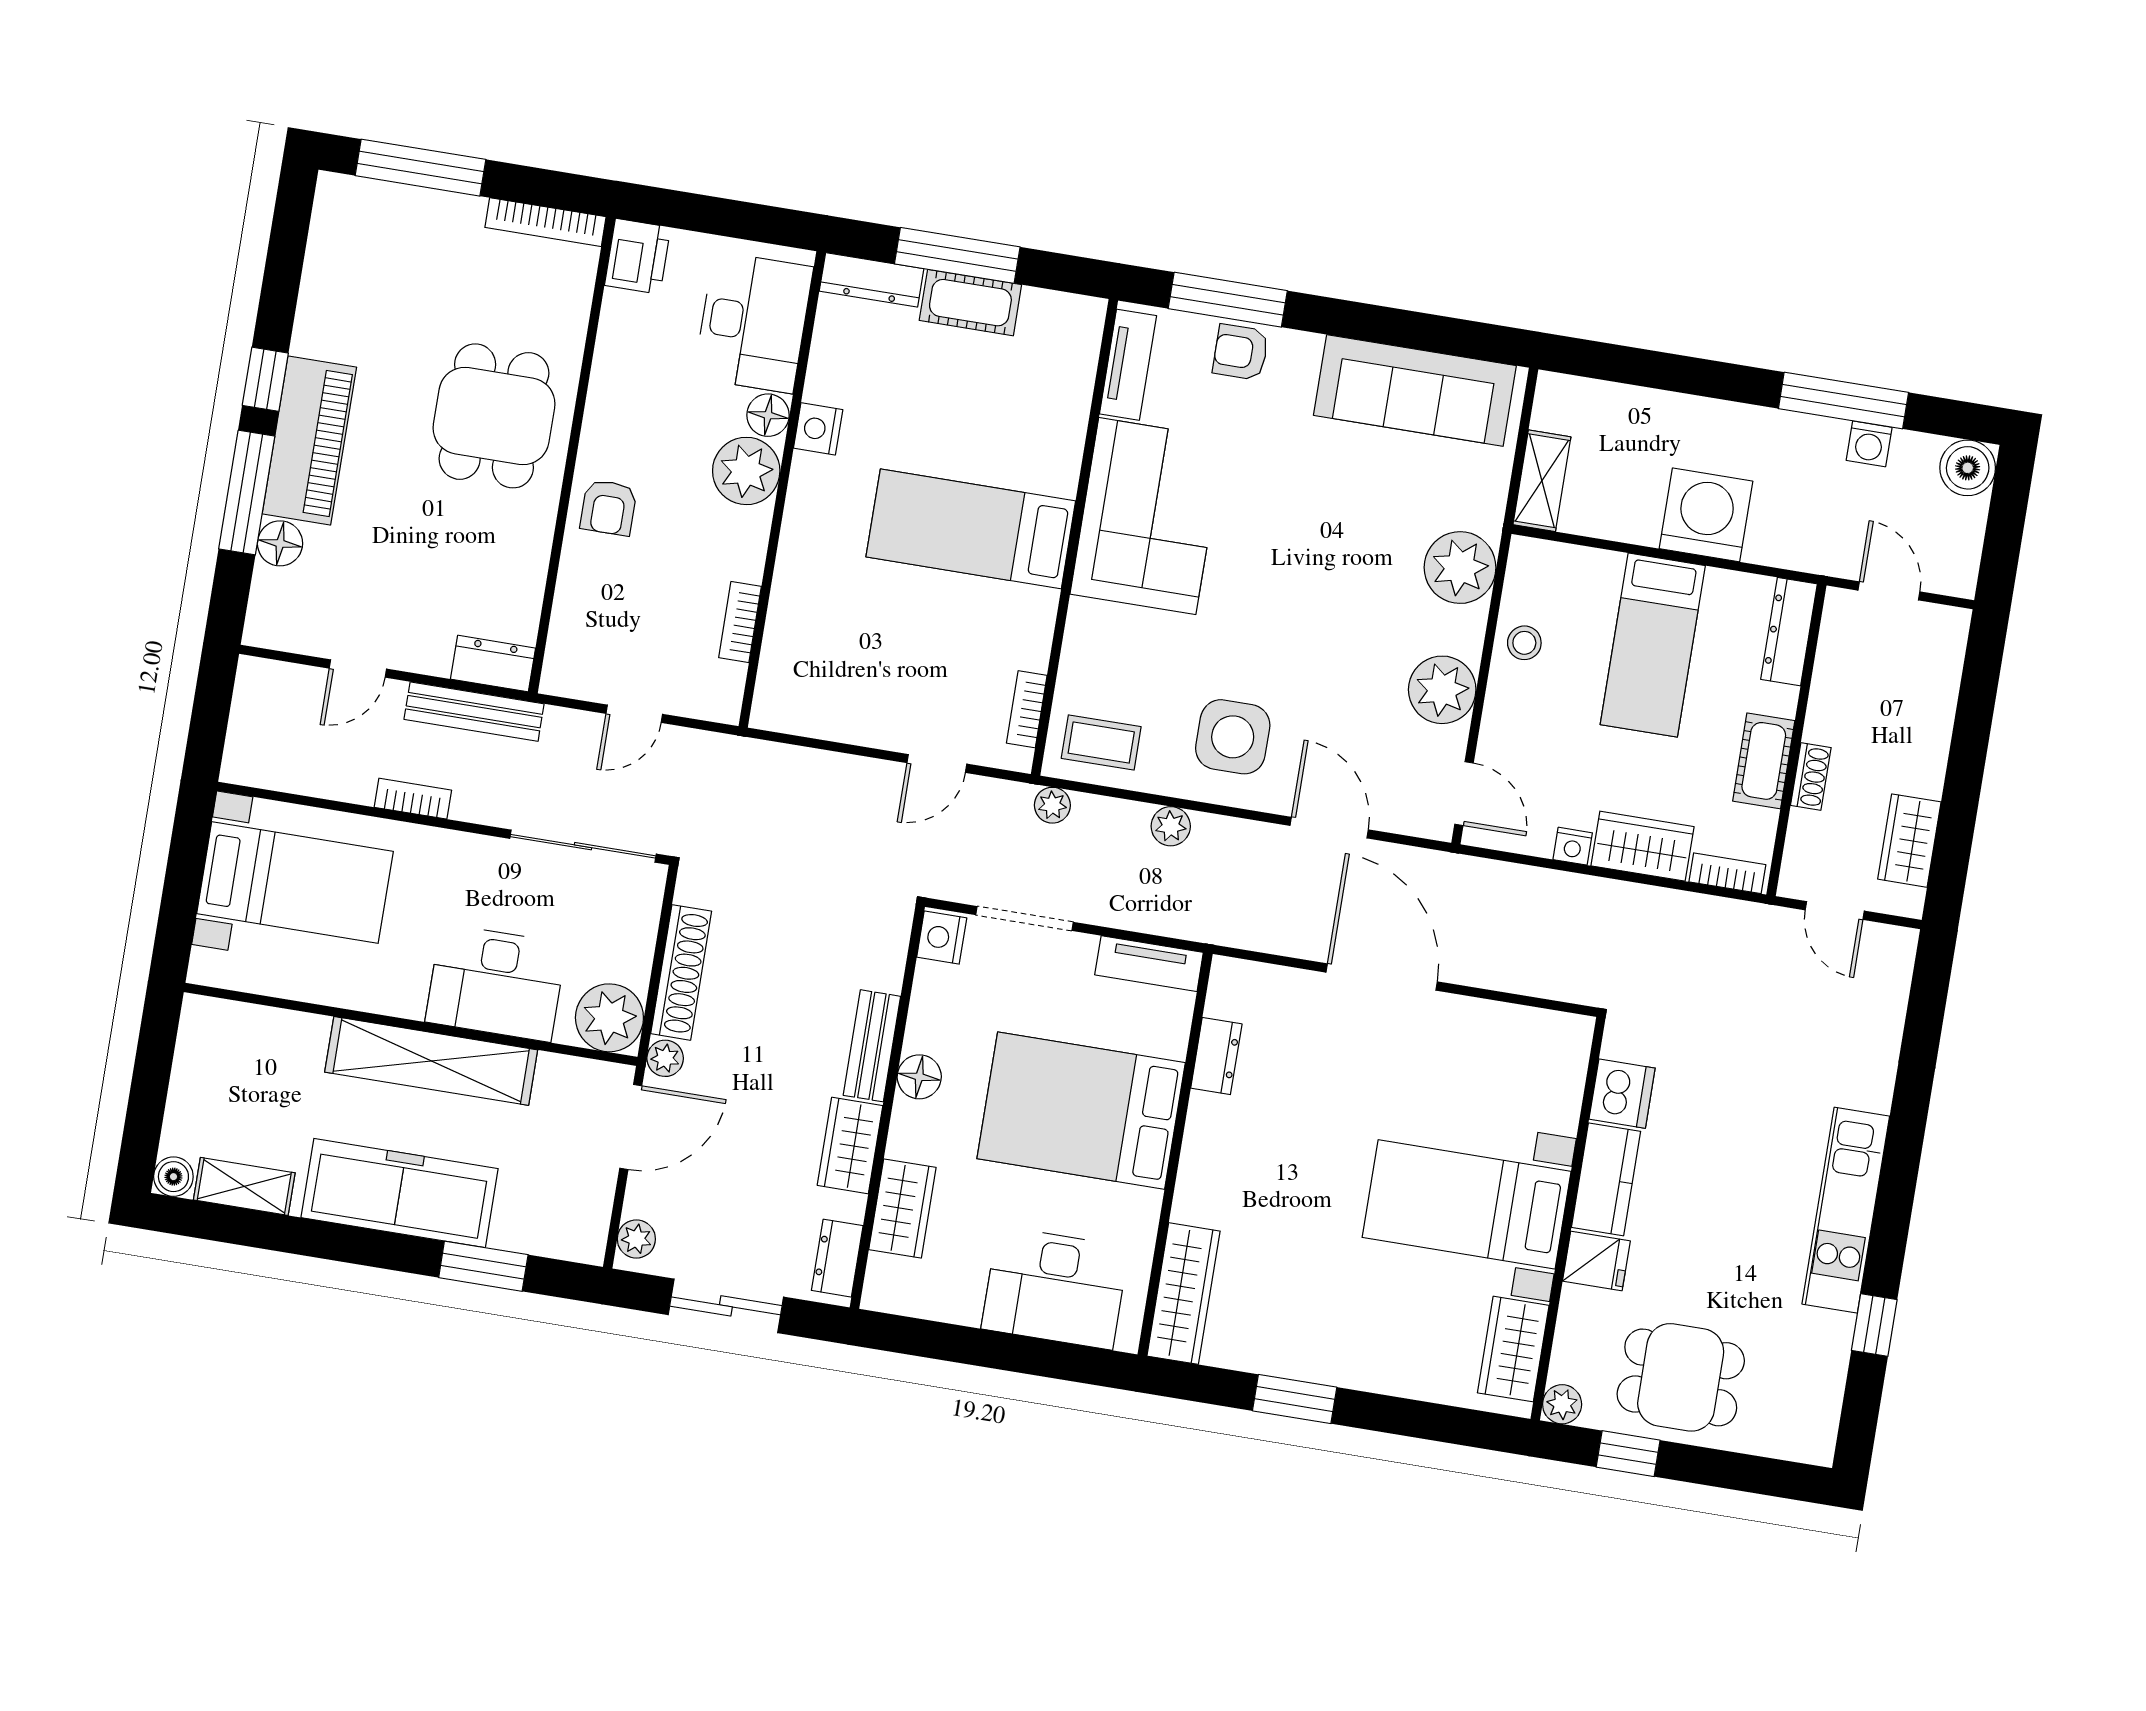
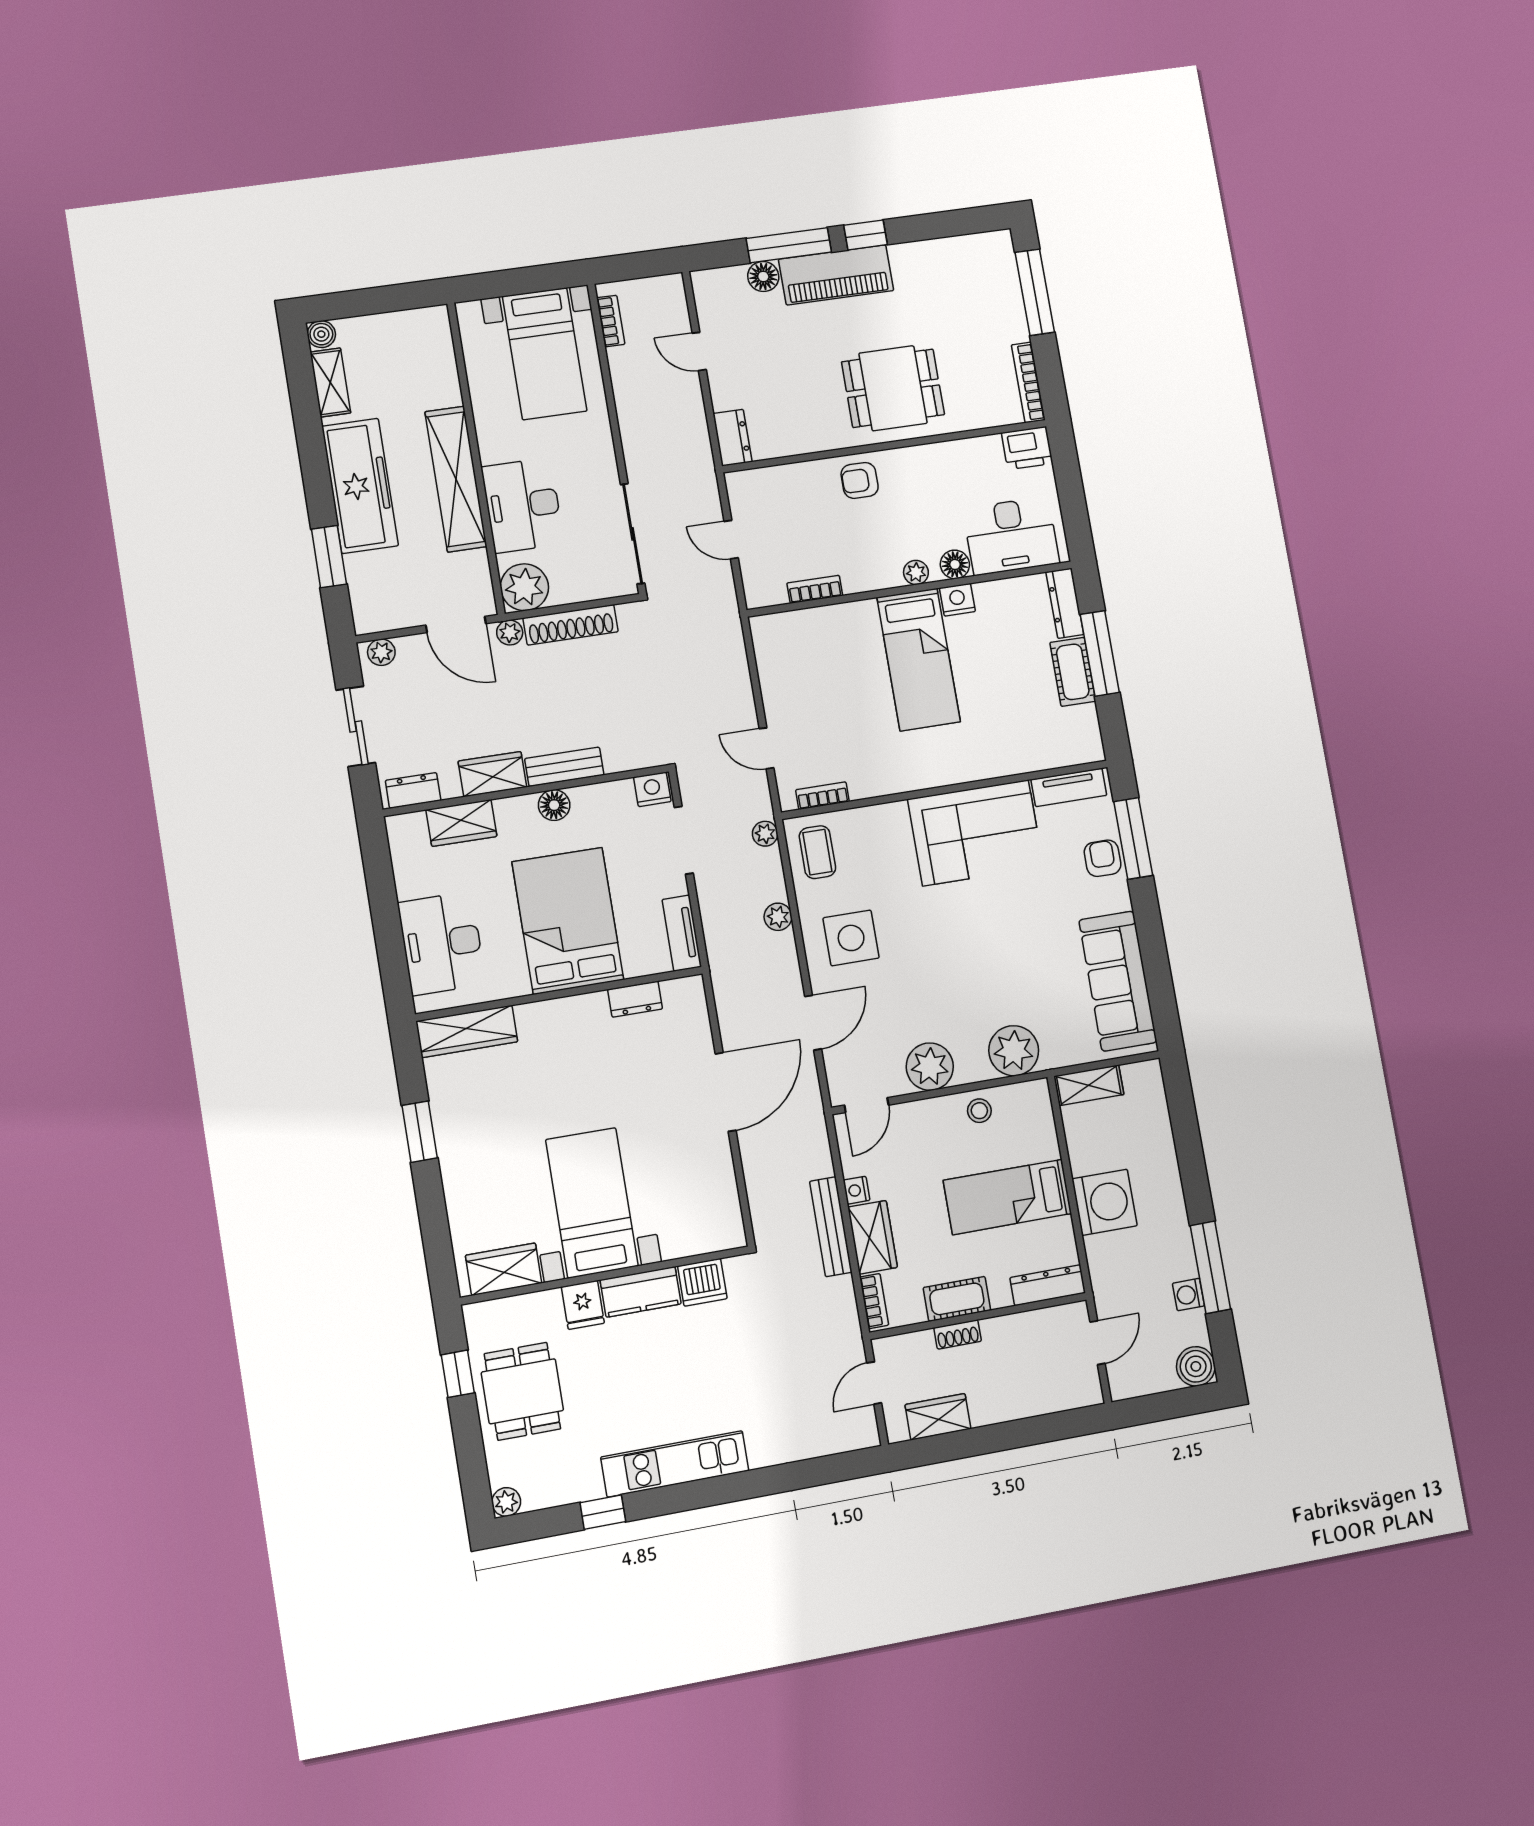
plant: (746, 471) -> (916, 572), width x0.53, depth x0.53
bed: (971, 529) -> (919, 659), moved, turned 180
bench: (474, 712) -> (831, 1227), moved
bookcase: (413, 799) -> (611, 321), moved
plant: (1562, 1404) -> (506, 1502), moved

